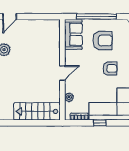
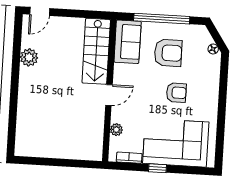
stairs: (37, 111) -> (96, 51), moved, turned -90

